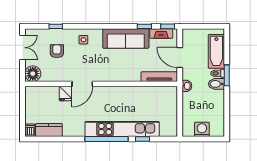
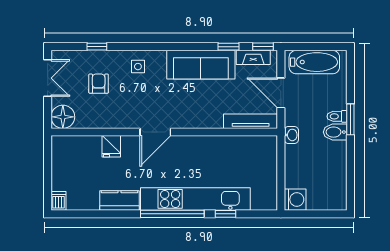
bathtub: (216, 51) -> (314, 62), moved, turned -90
door: (82, 84) -> (155, 132), moved
washing machine: (202, 129) -> (295, 200), moved, turned 90
kitchen counter: (49, 130) -> (119, 200), moved

